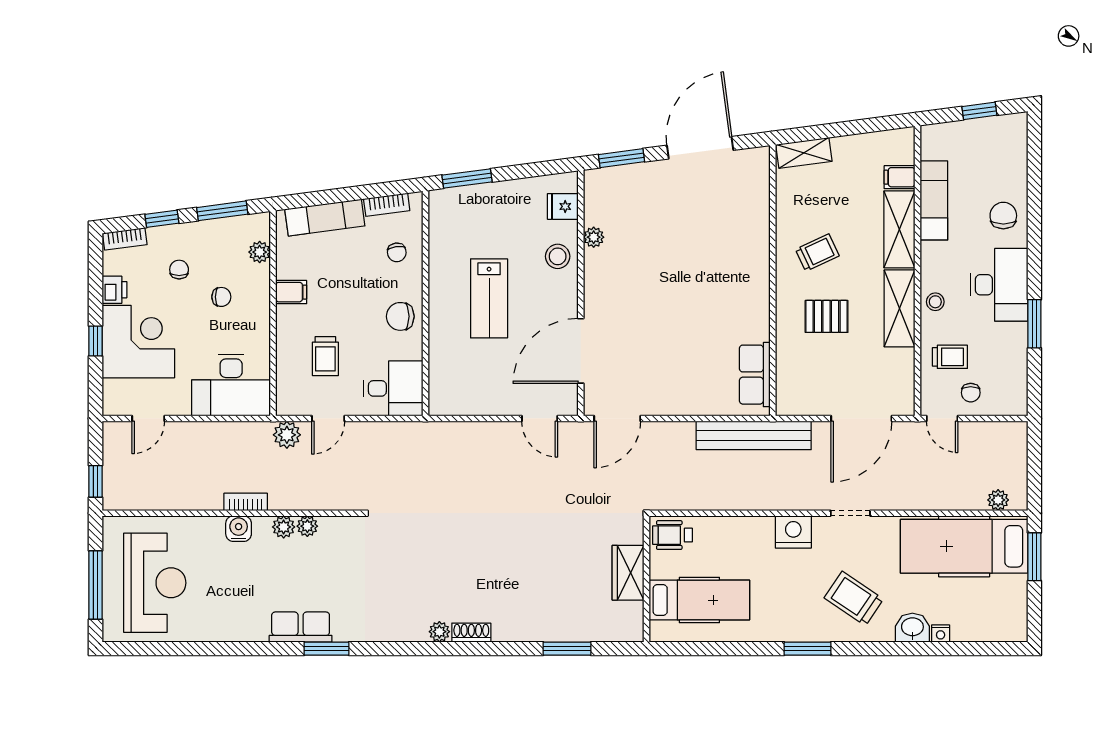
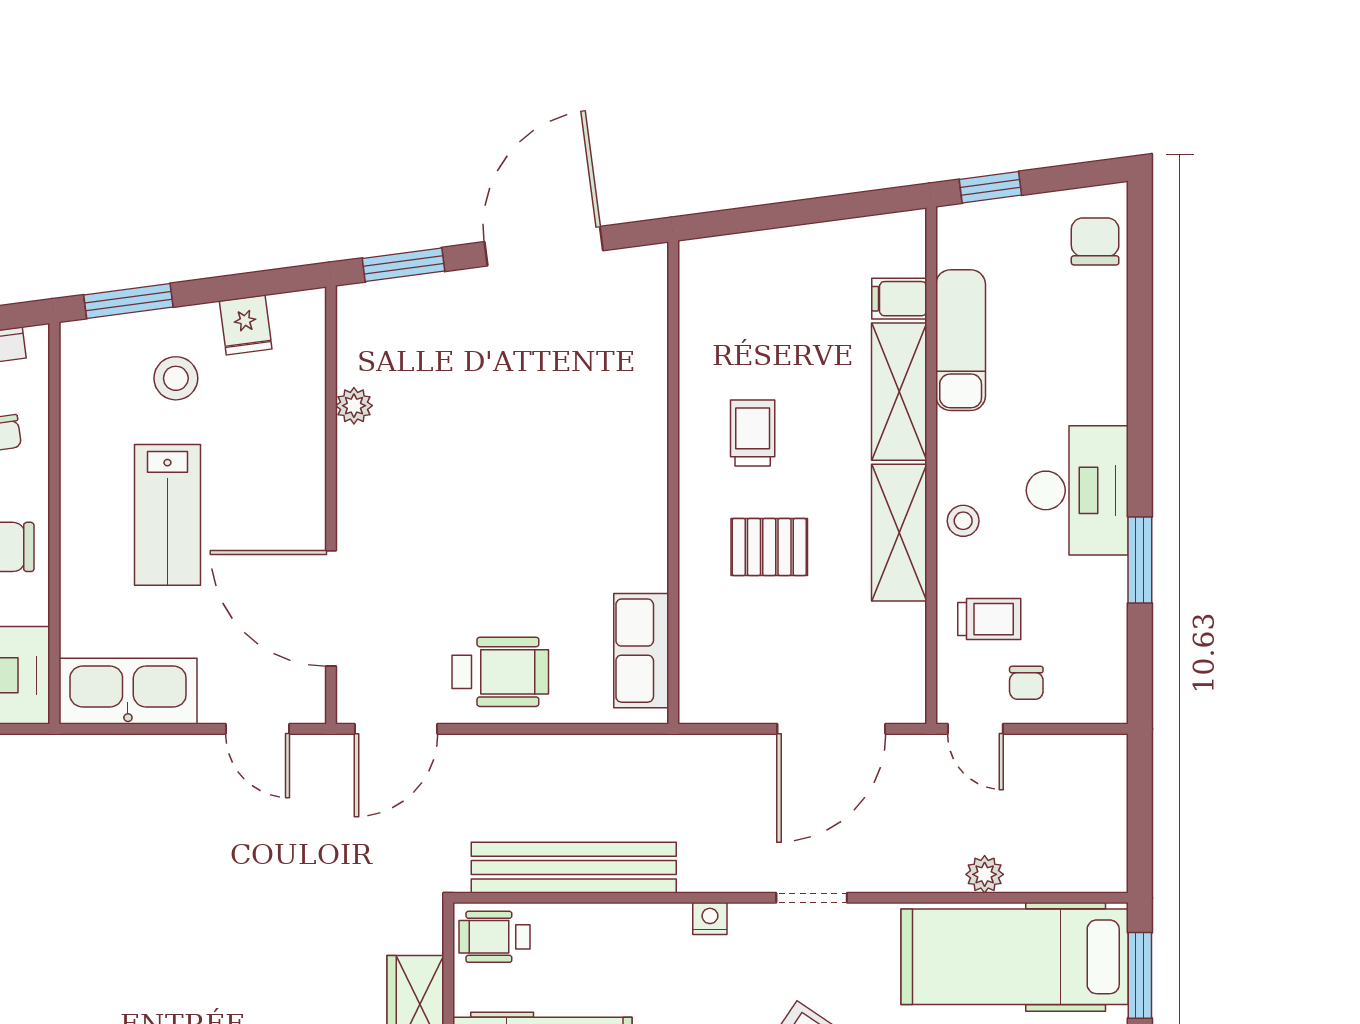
window: (979, 111) -> (990, 187), moved
shelving: (804, 153) -> (729, 255), removed
fridge: (563, 206) -> (246, 325), moved, turned -98
chair: (1003, 216) -> (1095, 241), moved
trolley: (817, 253) -> (753, 433), turned -65
stool: (558, 256) -> (176, 378), moved
door: (581, 351) -> (331, 608), hinge flipped
wheelchair: (676, 386) -> (500, 672), added
kitchen sink: (467, 397) -> (128, 691), added
bench: (754, 435) -> (574, 868), moved
plant: (998, 500) -> (985, 874), moved
nightstand: (793, 532) -> (710, 918), width x0.53, depth x0.56

